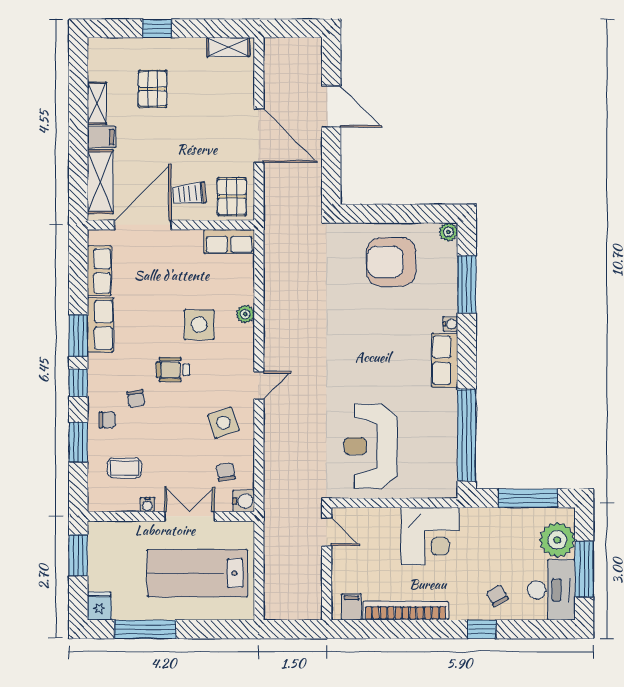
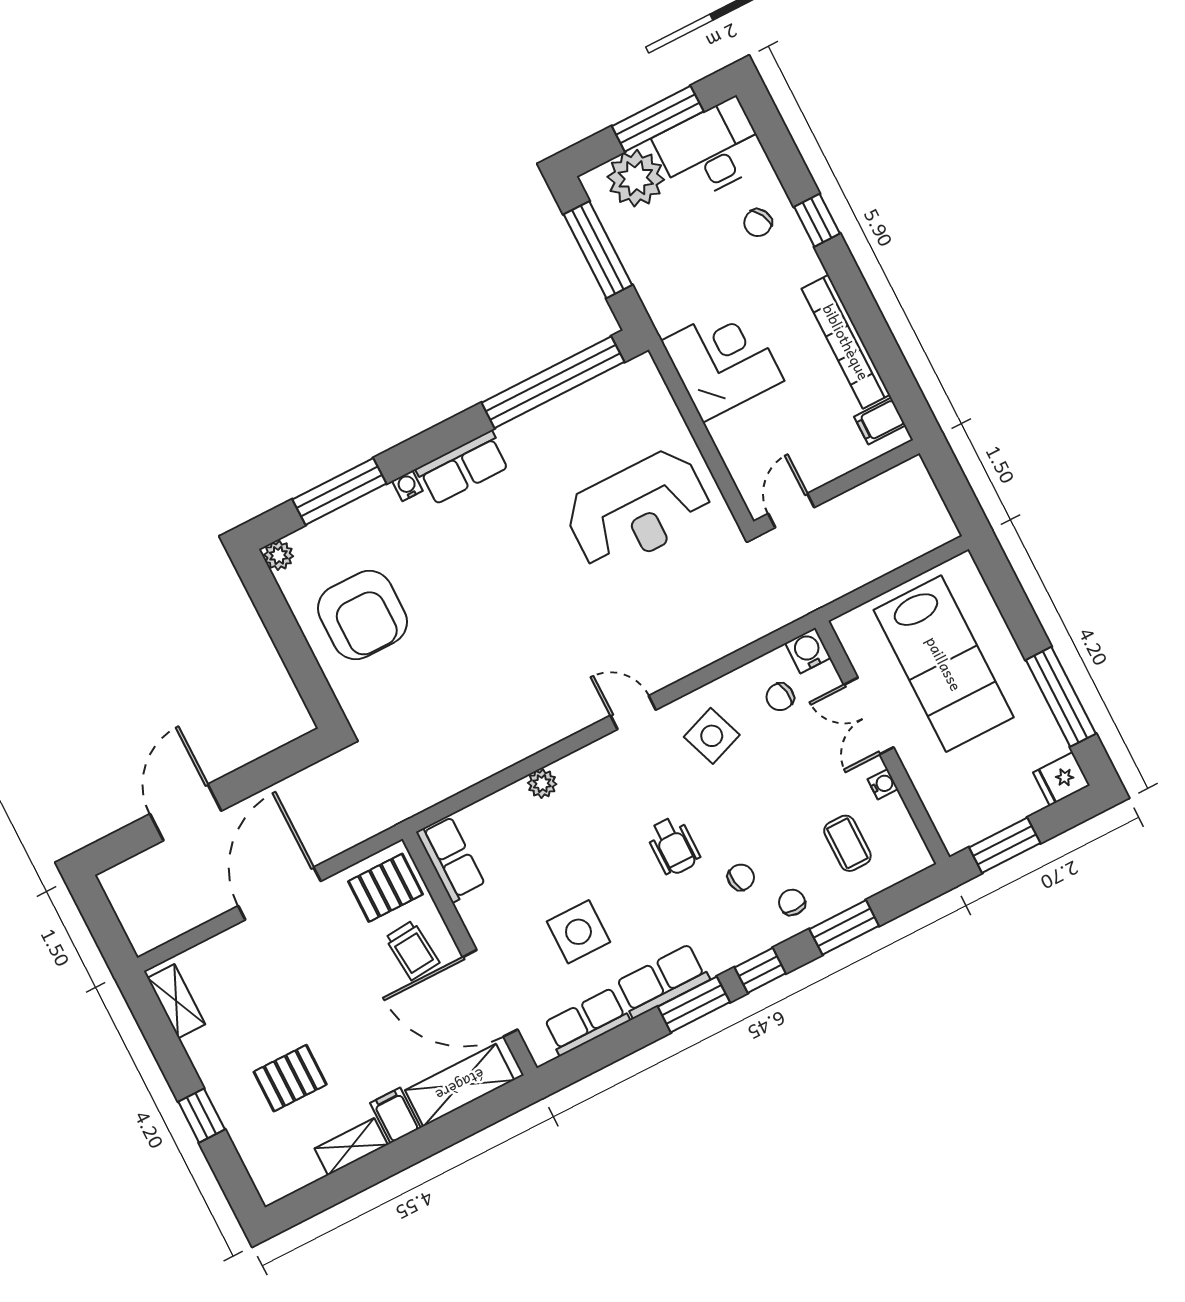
side table: (199, 325) -> (578, 932), moved

